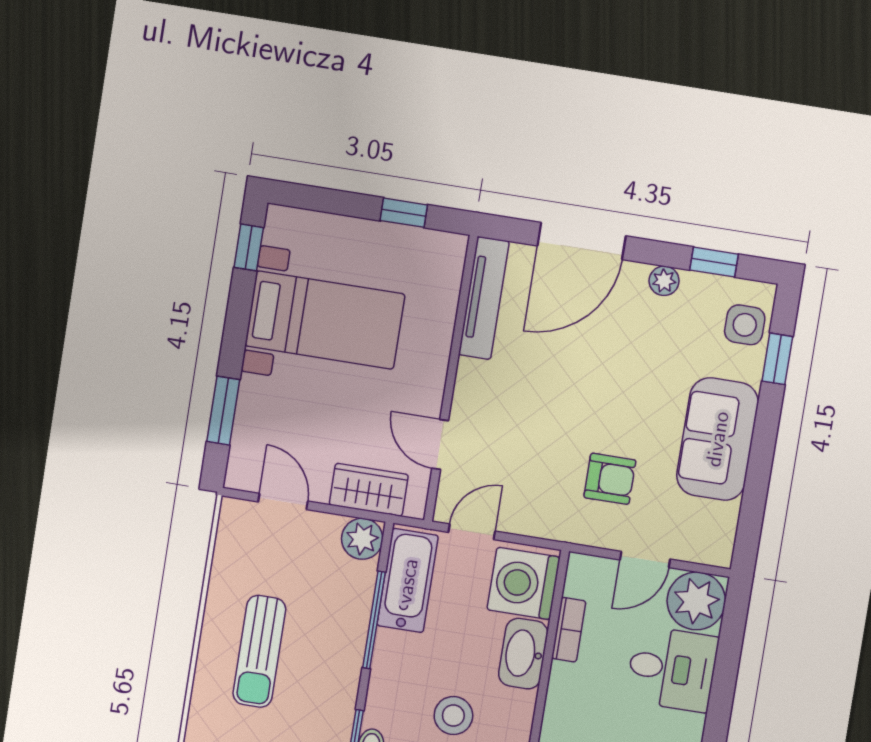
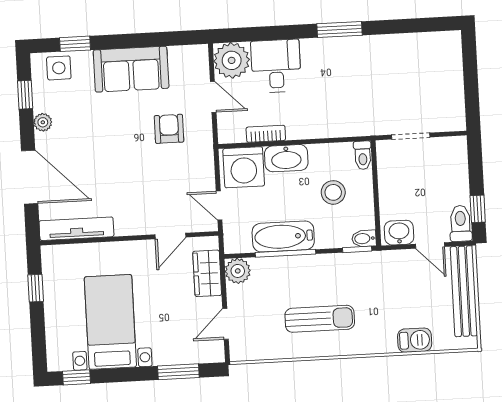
bathtub: (408, 581) -> (283, 237), moved

